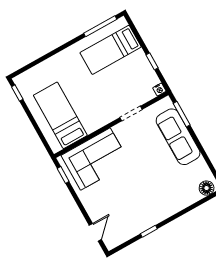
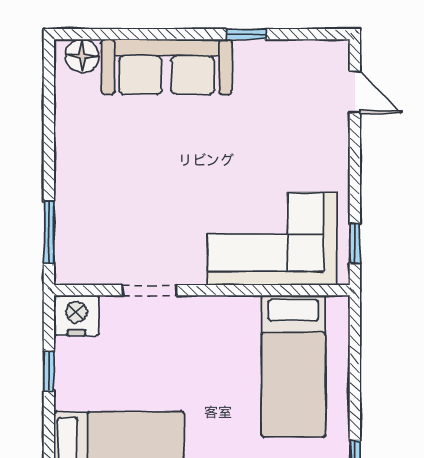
nightstand: (159, 89) -> (76, 315), width x1.89, depth x1.79
sofa: (178, 137) -> (167, 67), moved, turned 90
door: (95, 232) -> (355, 92), swing flipped

